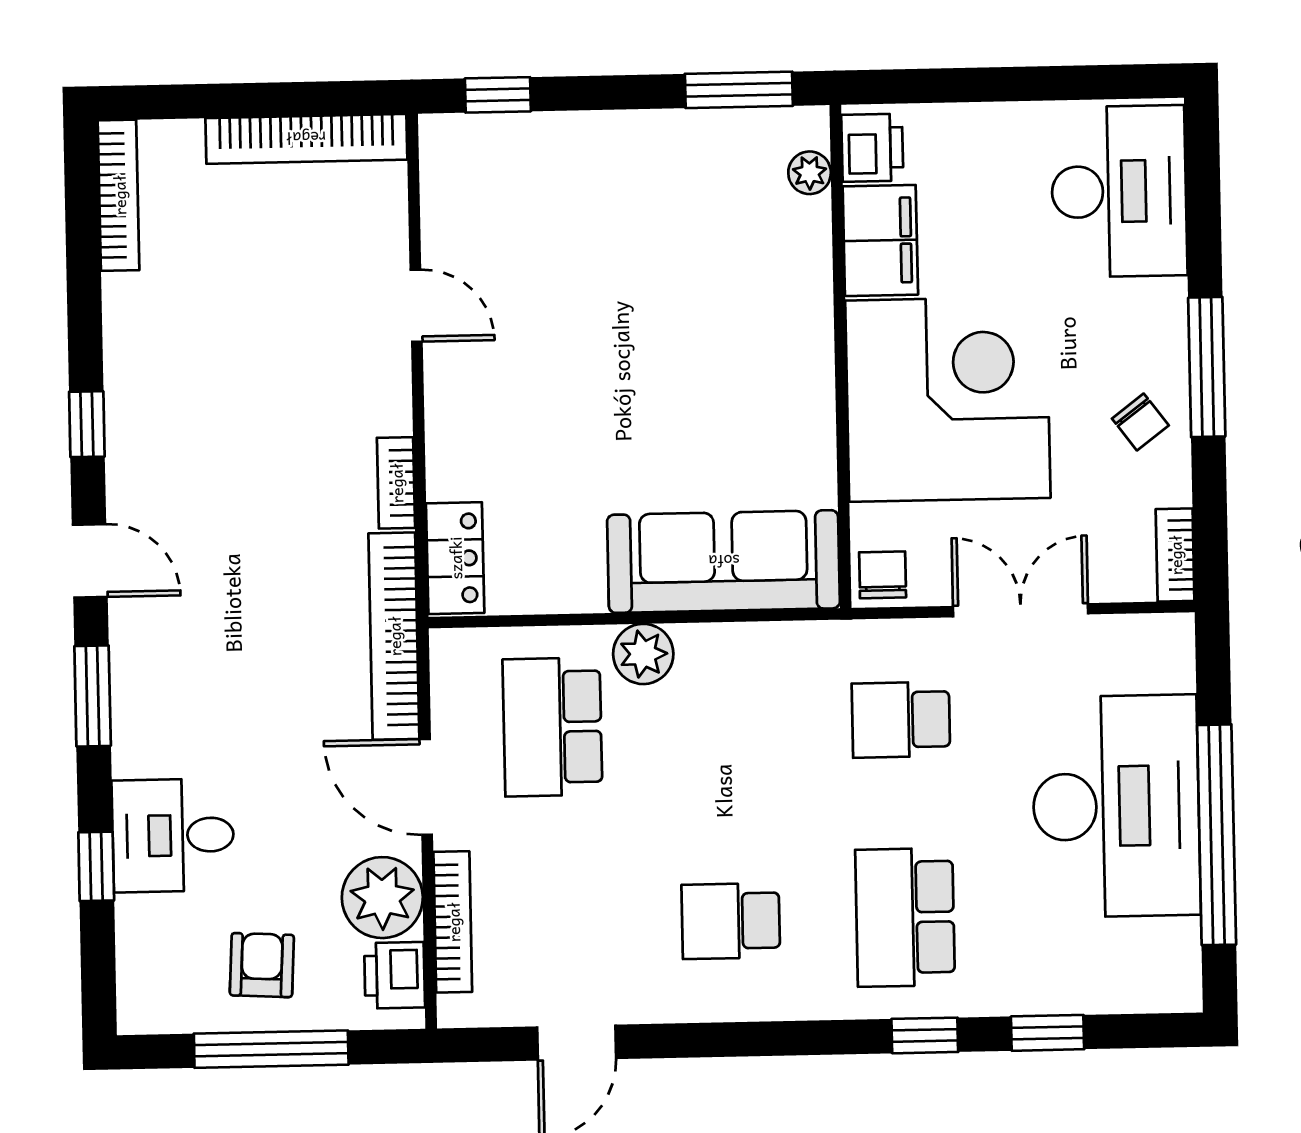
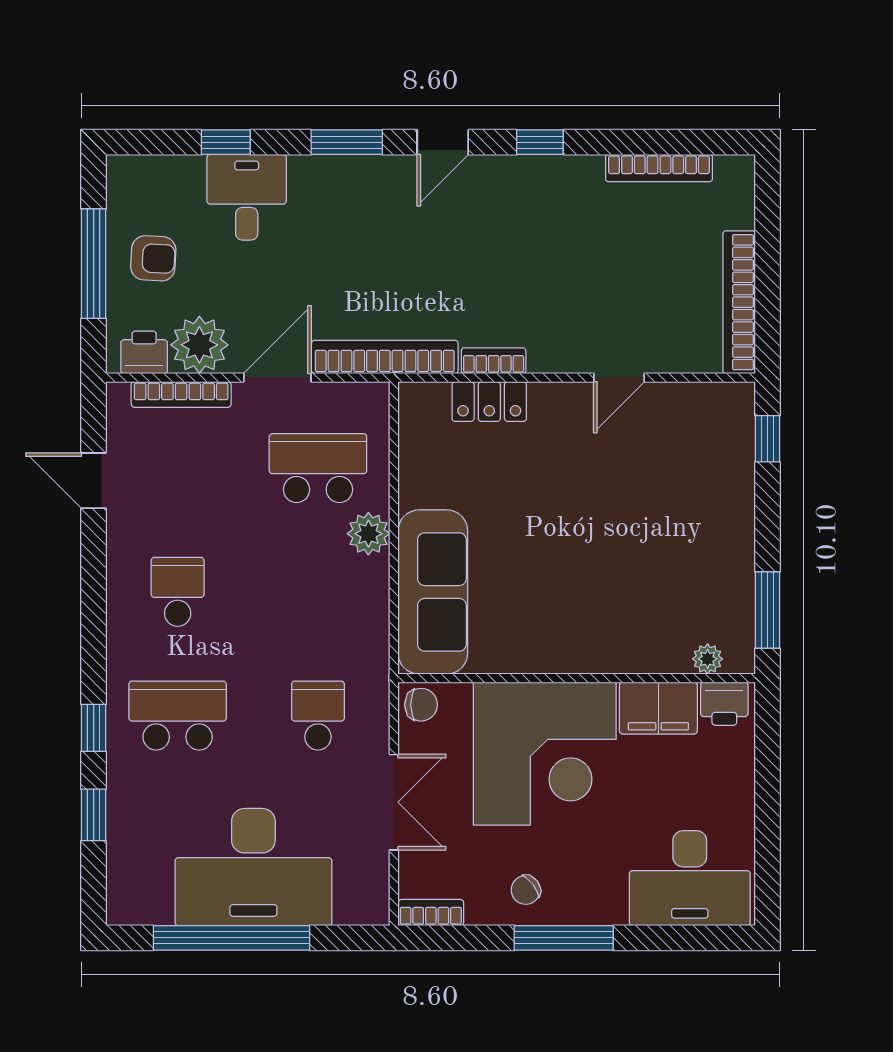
bookcase: (119, 195) -> (659, 168), moved
locker: (455, 558) -> (489, 402), moved

